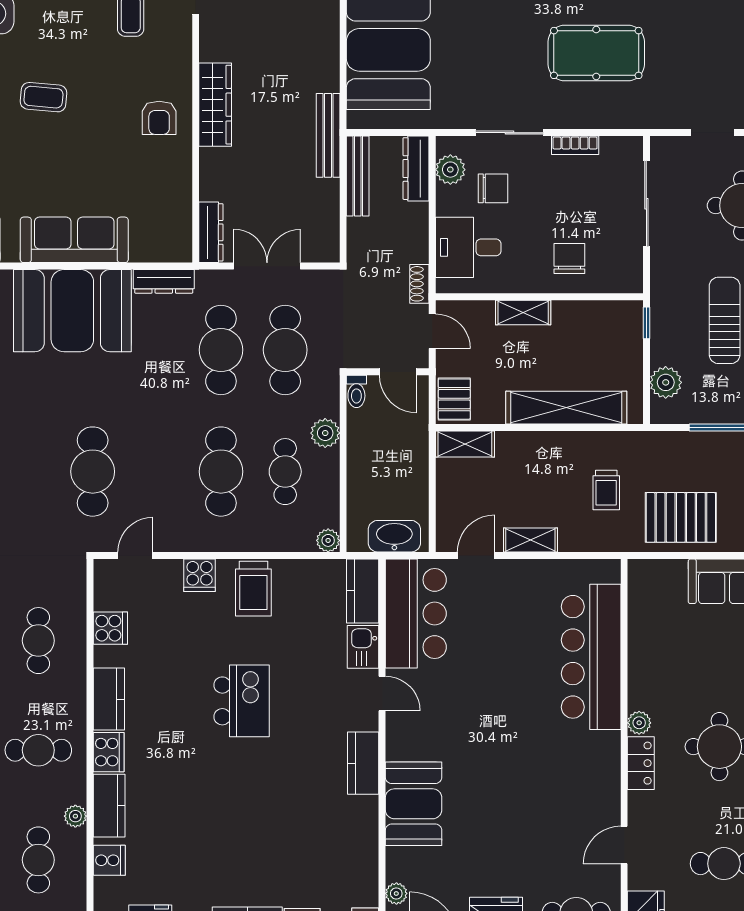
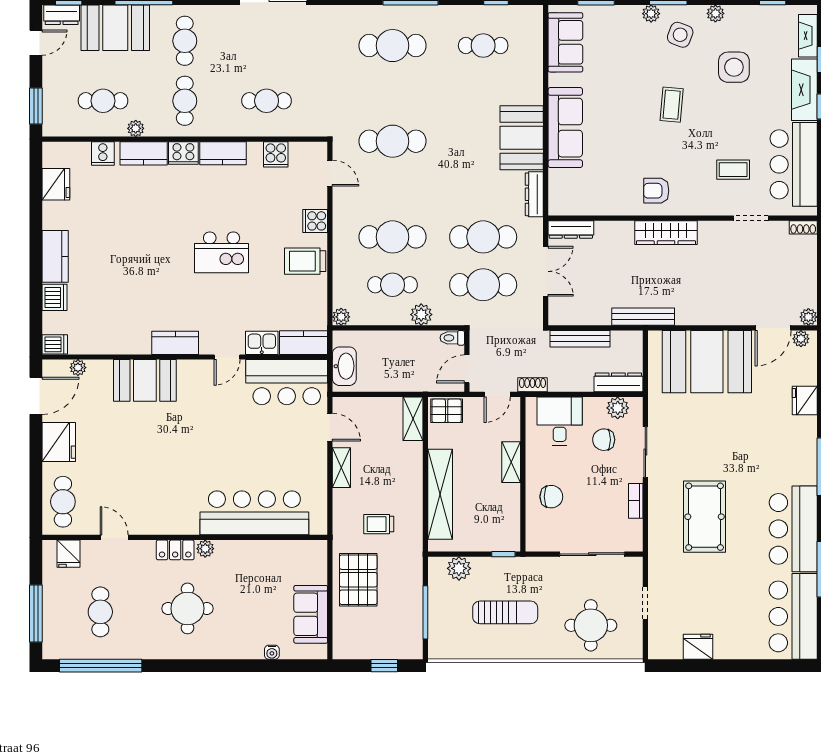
bench: (358, 176) -> (580, 339), moved
chair: (493, 188) -> (604, 440), turned 90
booth: (72, 311) -> (522, 138), width x0.73, depth x0.70

